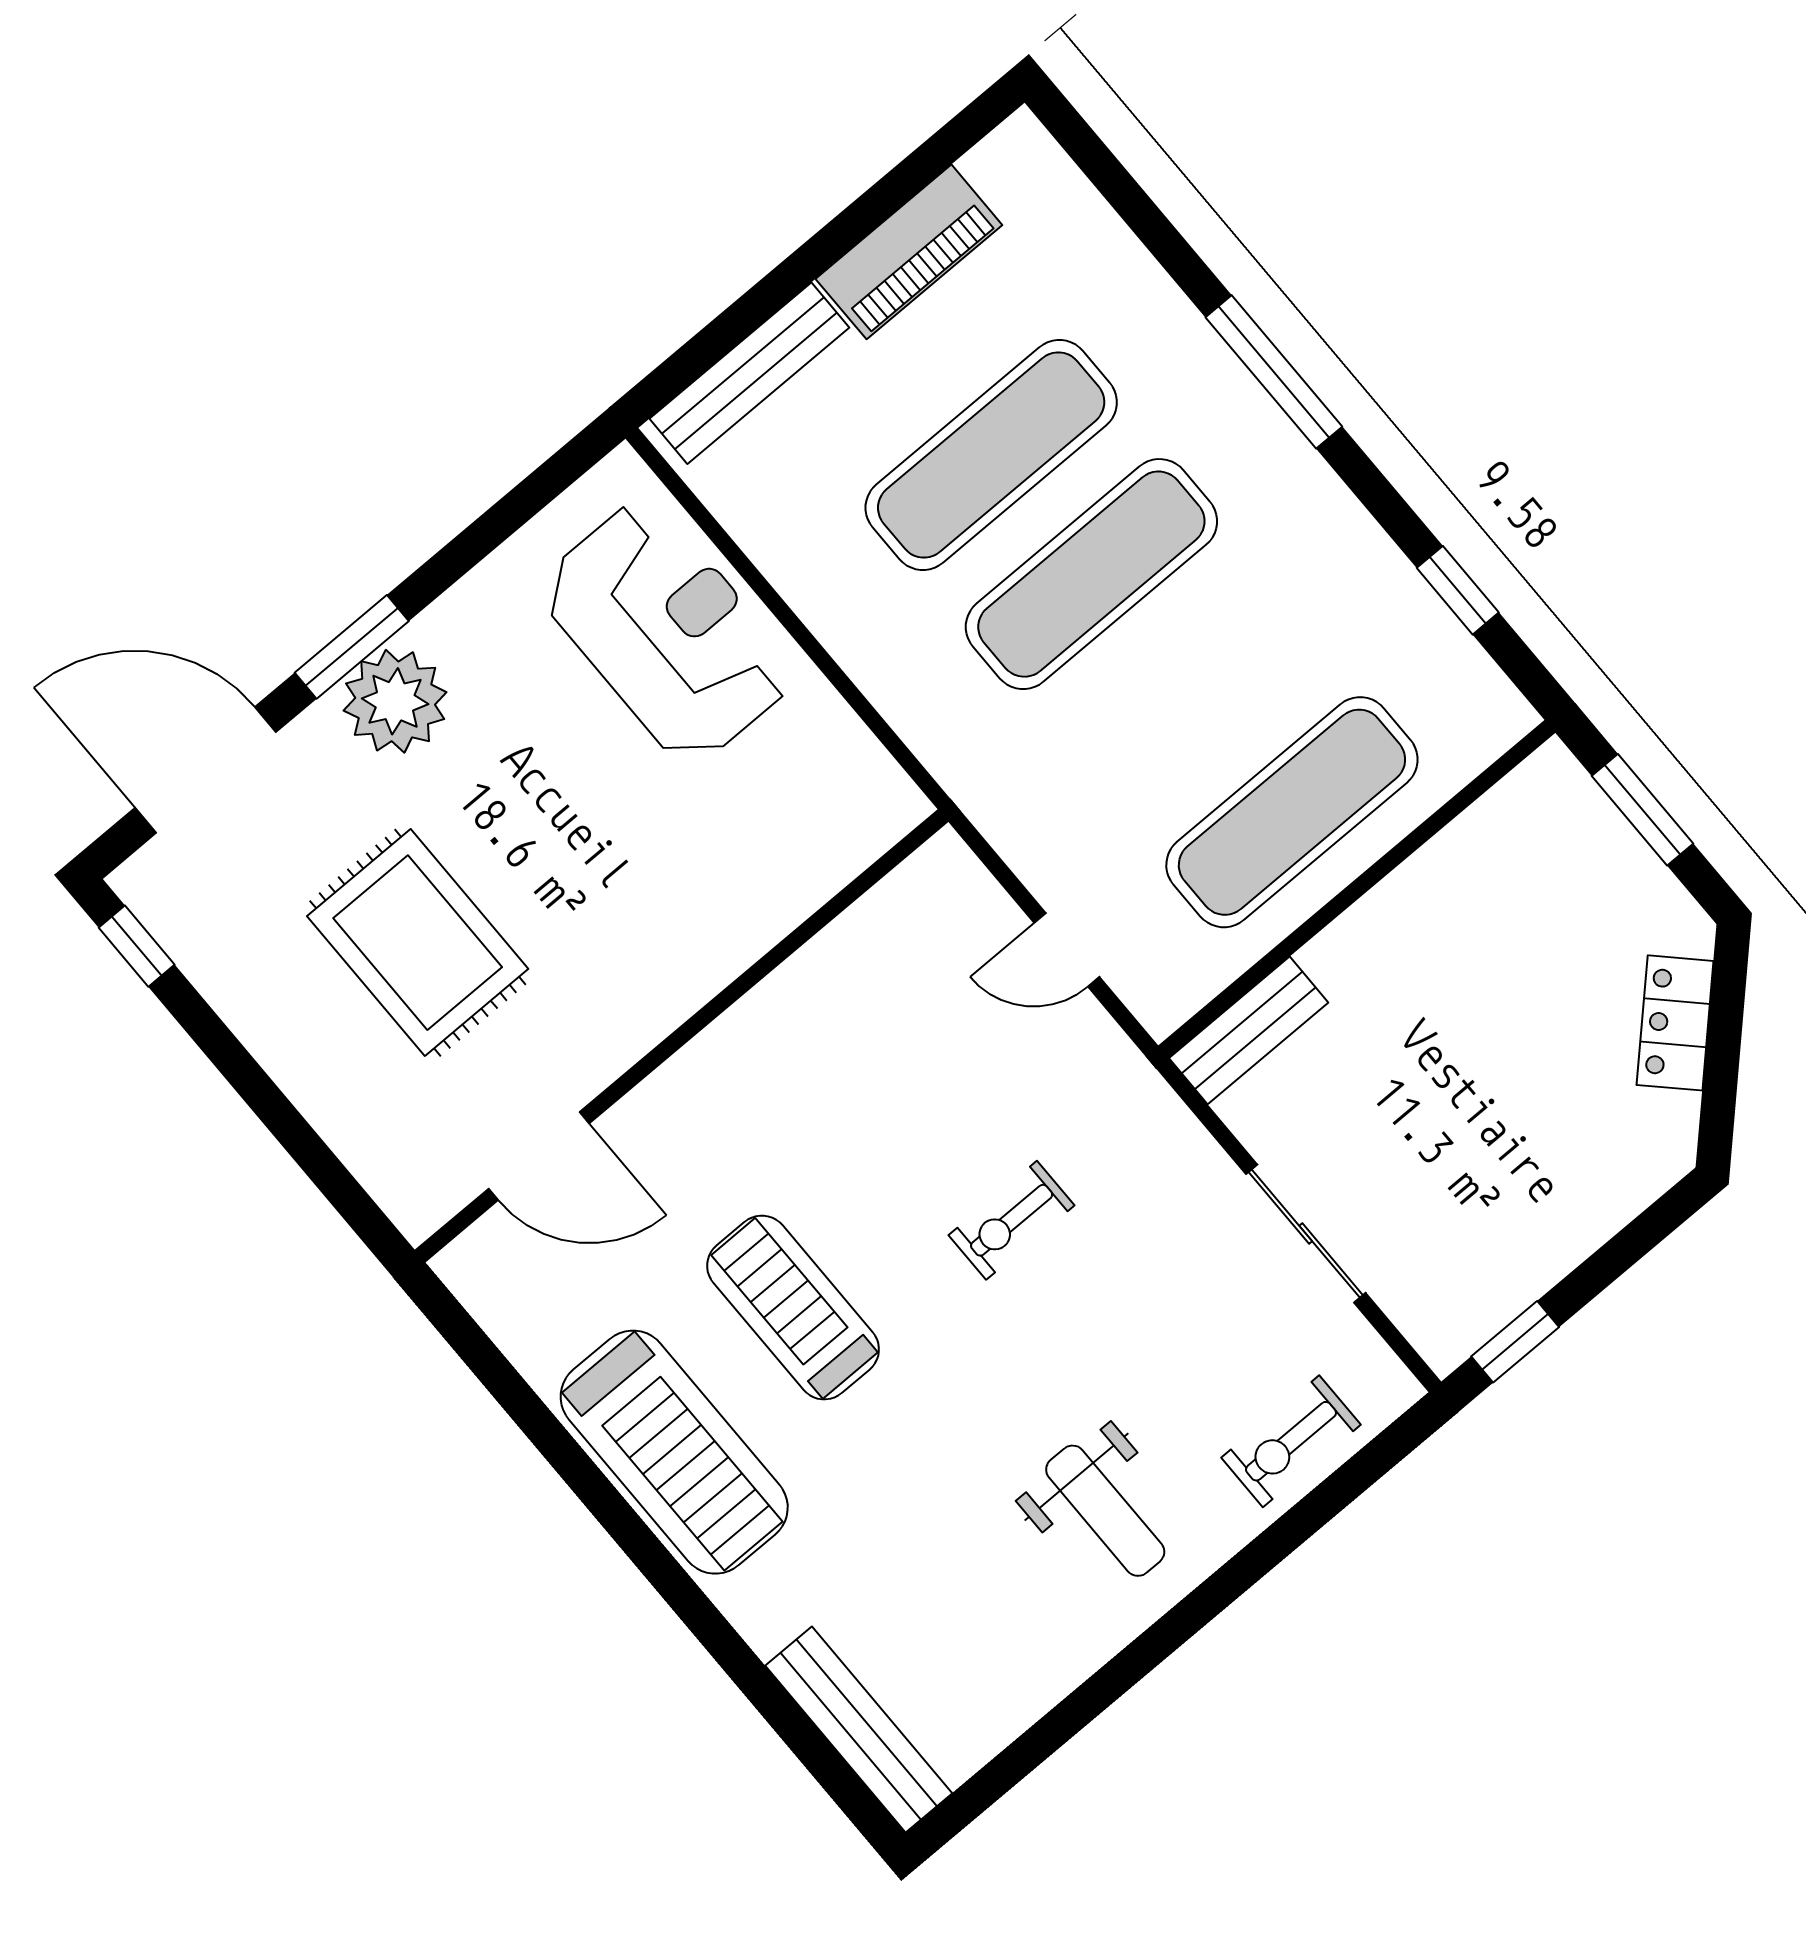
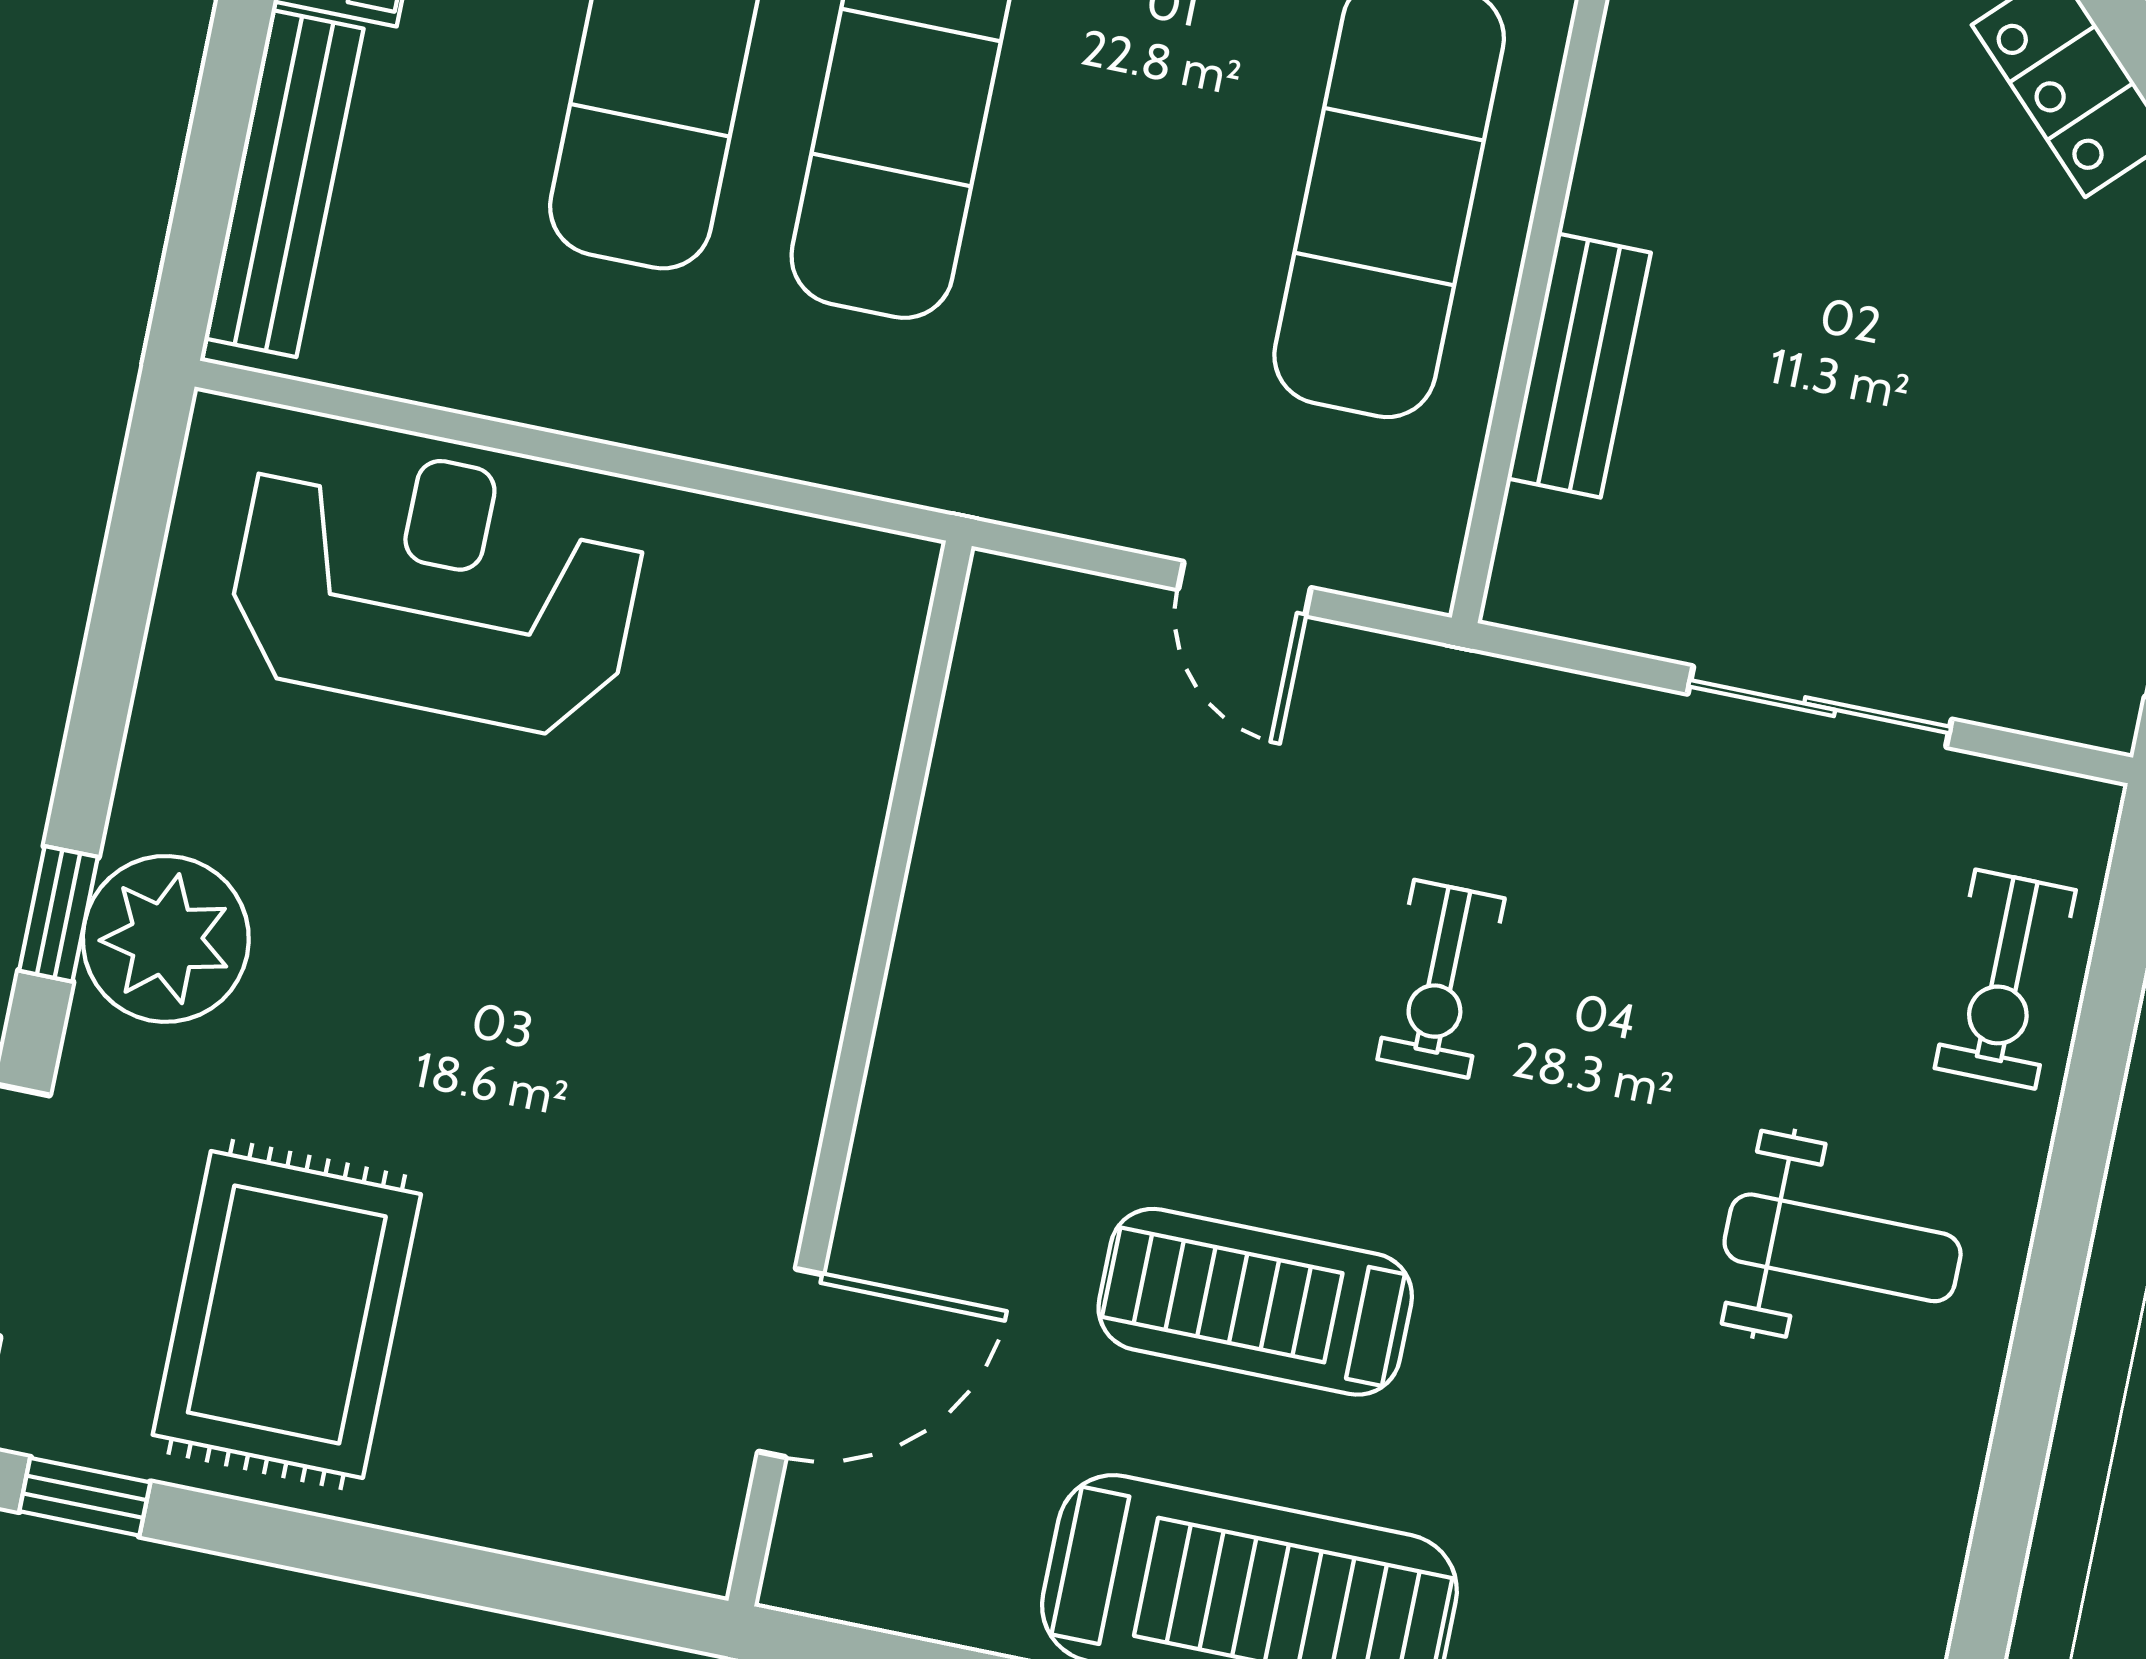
window: (352, 647) -> (58, 914), width x0.67
rug: (418, 943) -> (287, 1314), moved, turned 90
door: (1067, 950) -> (1244, 589), hinge flipped
bench: (1249, 1030) -> (1579, 366), moved

